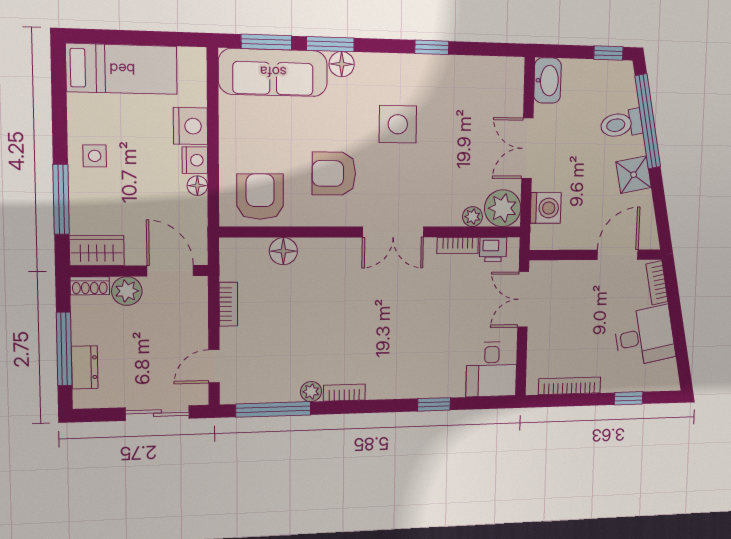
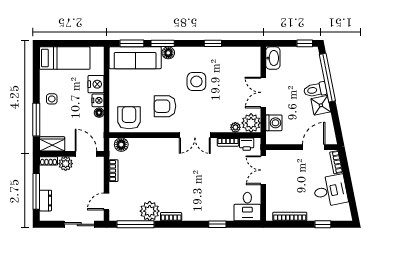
toilet: (621, 124) -> (315, 90), moved
floor lamp: (283, 251) -> (121, 145), moved
plant: (311, 392) -> (150, 211), width x1.88, depth x1.88

